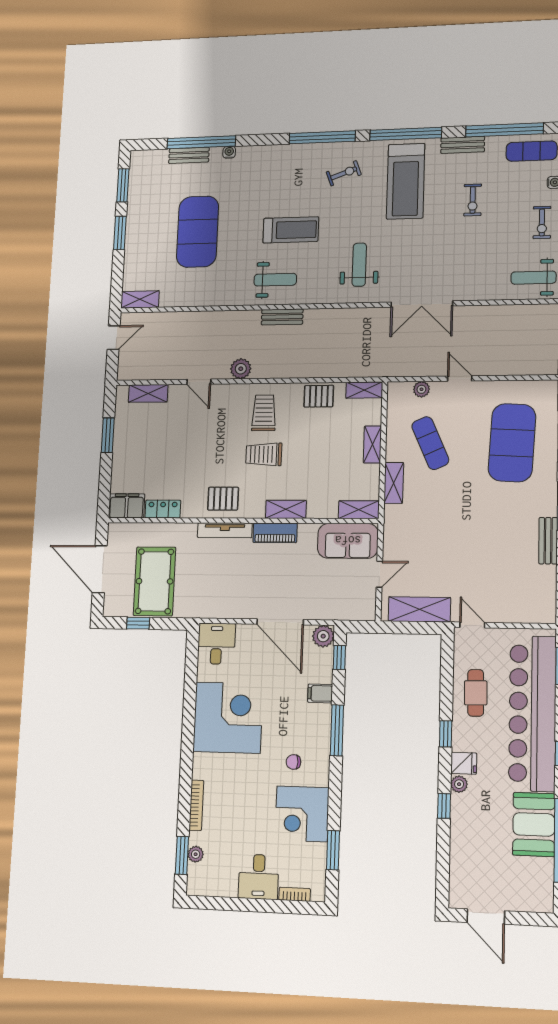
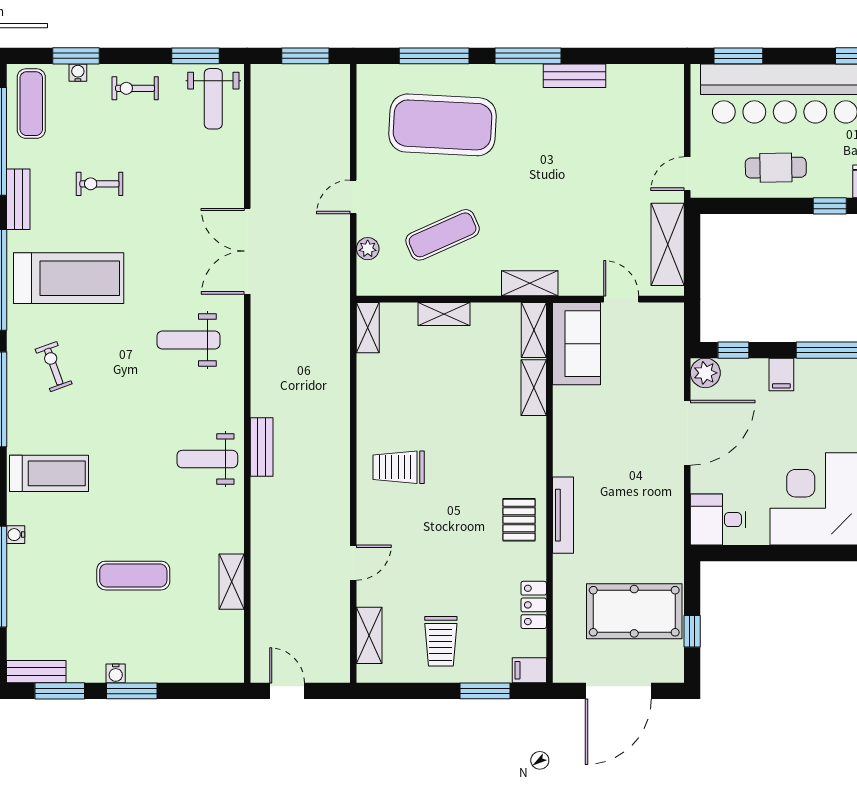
bench: (189, 155) -> (36, 672), moved, turned 90
exercise bike: (473, 200) -> (99, 184), turned 180
water cooler: (132, 222) -> (116, 673), added
exercise bike: (542, 222) -> (135, 88), turned 180
treadmill: (291, 230) -> (49, 473), moved, turned 90
exercise mat: (198, 232) -> (133, 576), width x0.50, depth x0.69
weight bench: (275, 280) -> (207, 459), turned -90
shelving: (140, 299) -> (232, 582), moved
double door: (422, 304) -> (247, 251), swing flipped
plant: (241, 369) -> (335, 503), removed
pallet: (319, 396) -> (376, 391), removed
window: (108, 435) -> (485, 691), moved
trolley: (264, 454) -> (441, 641), moved
shelving: (394, 483) -> (530, 283), moved
filing cabinet: (127, 506) -> (529, 670), width x0.50
shelving: (286, 509) -> (534, 388), moved
piano: (275, 533) -> (566, 445), removed

